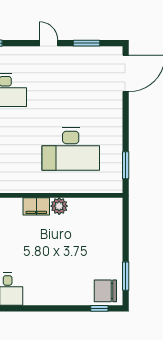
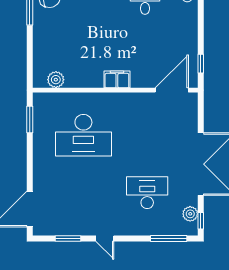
desk: (71, 149) -> (83, 135), turned 180
plant: (59, 206) -> (56, 80), moved

